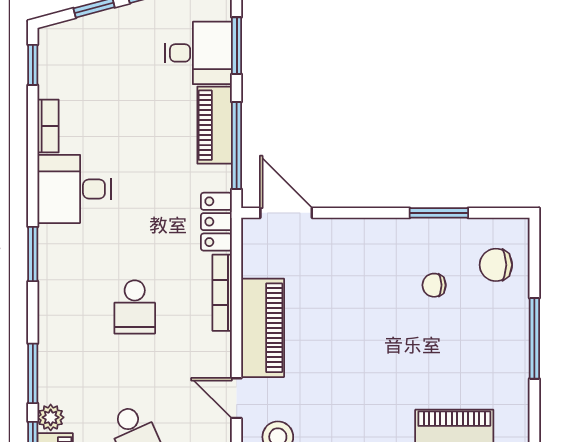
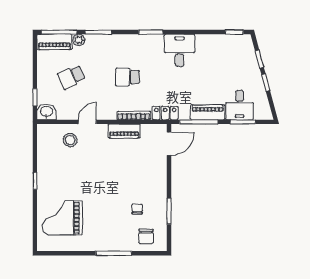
bookcase: (48, 126) -> (207, 39), removed
chair: (496, 265) -> (146, 236), turned 180
piano: (263, 328) -> (124, 131), width x0.73, depth x0.75

